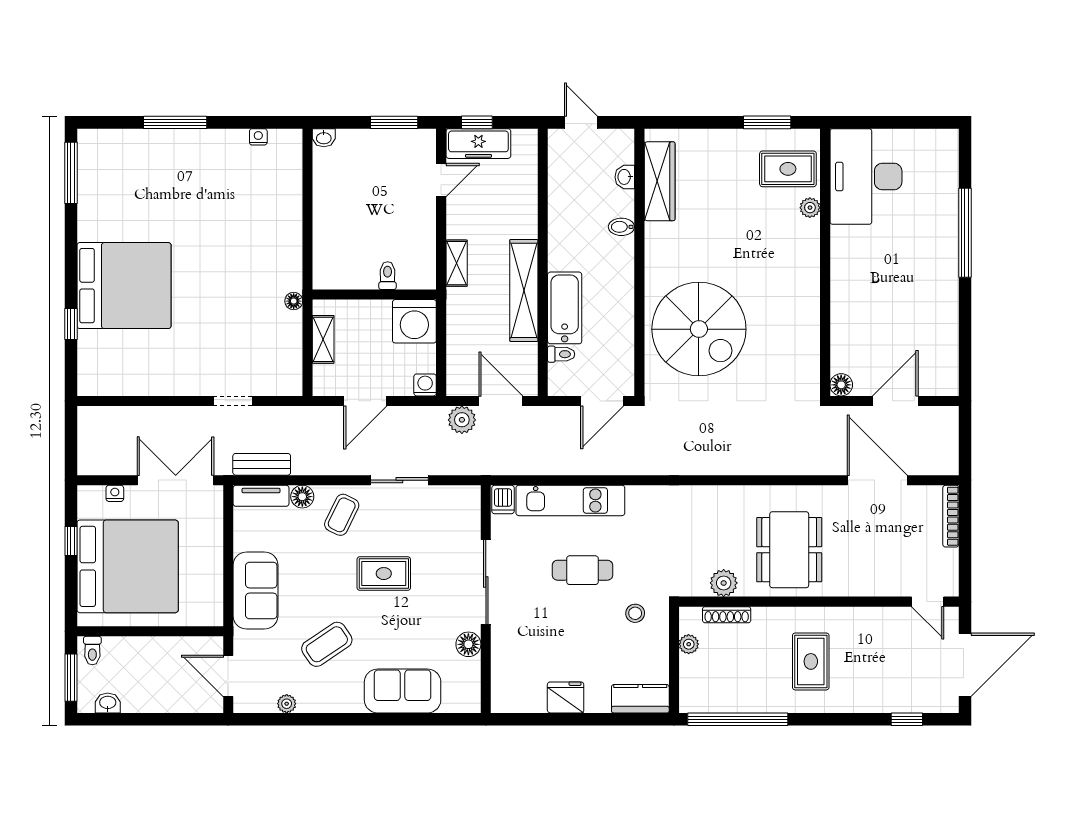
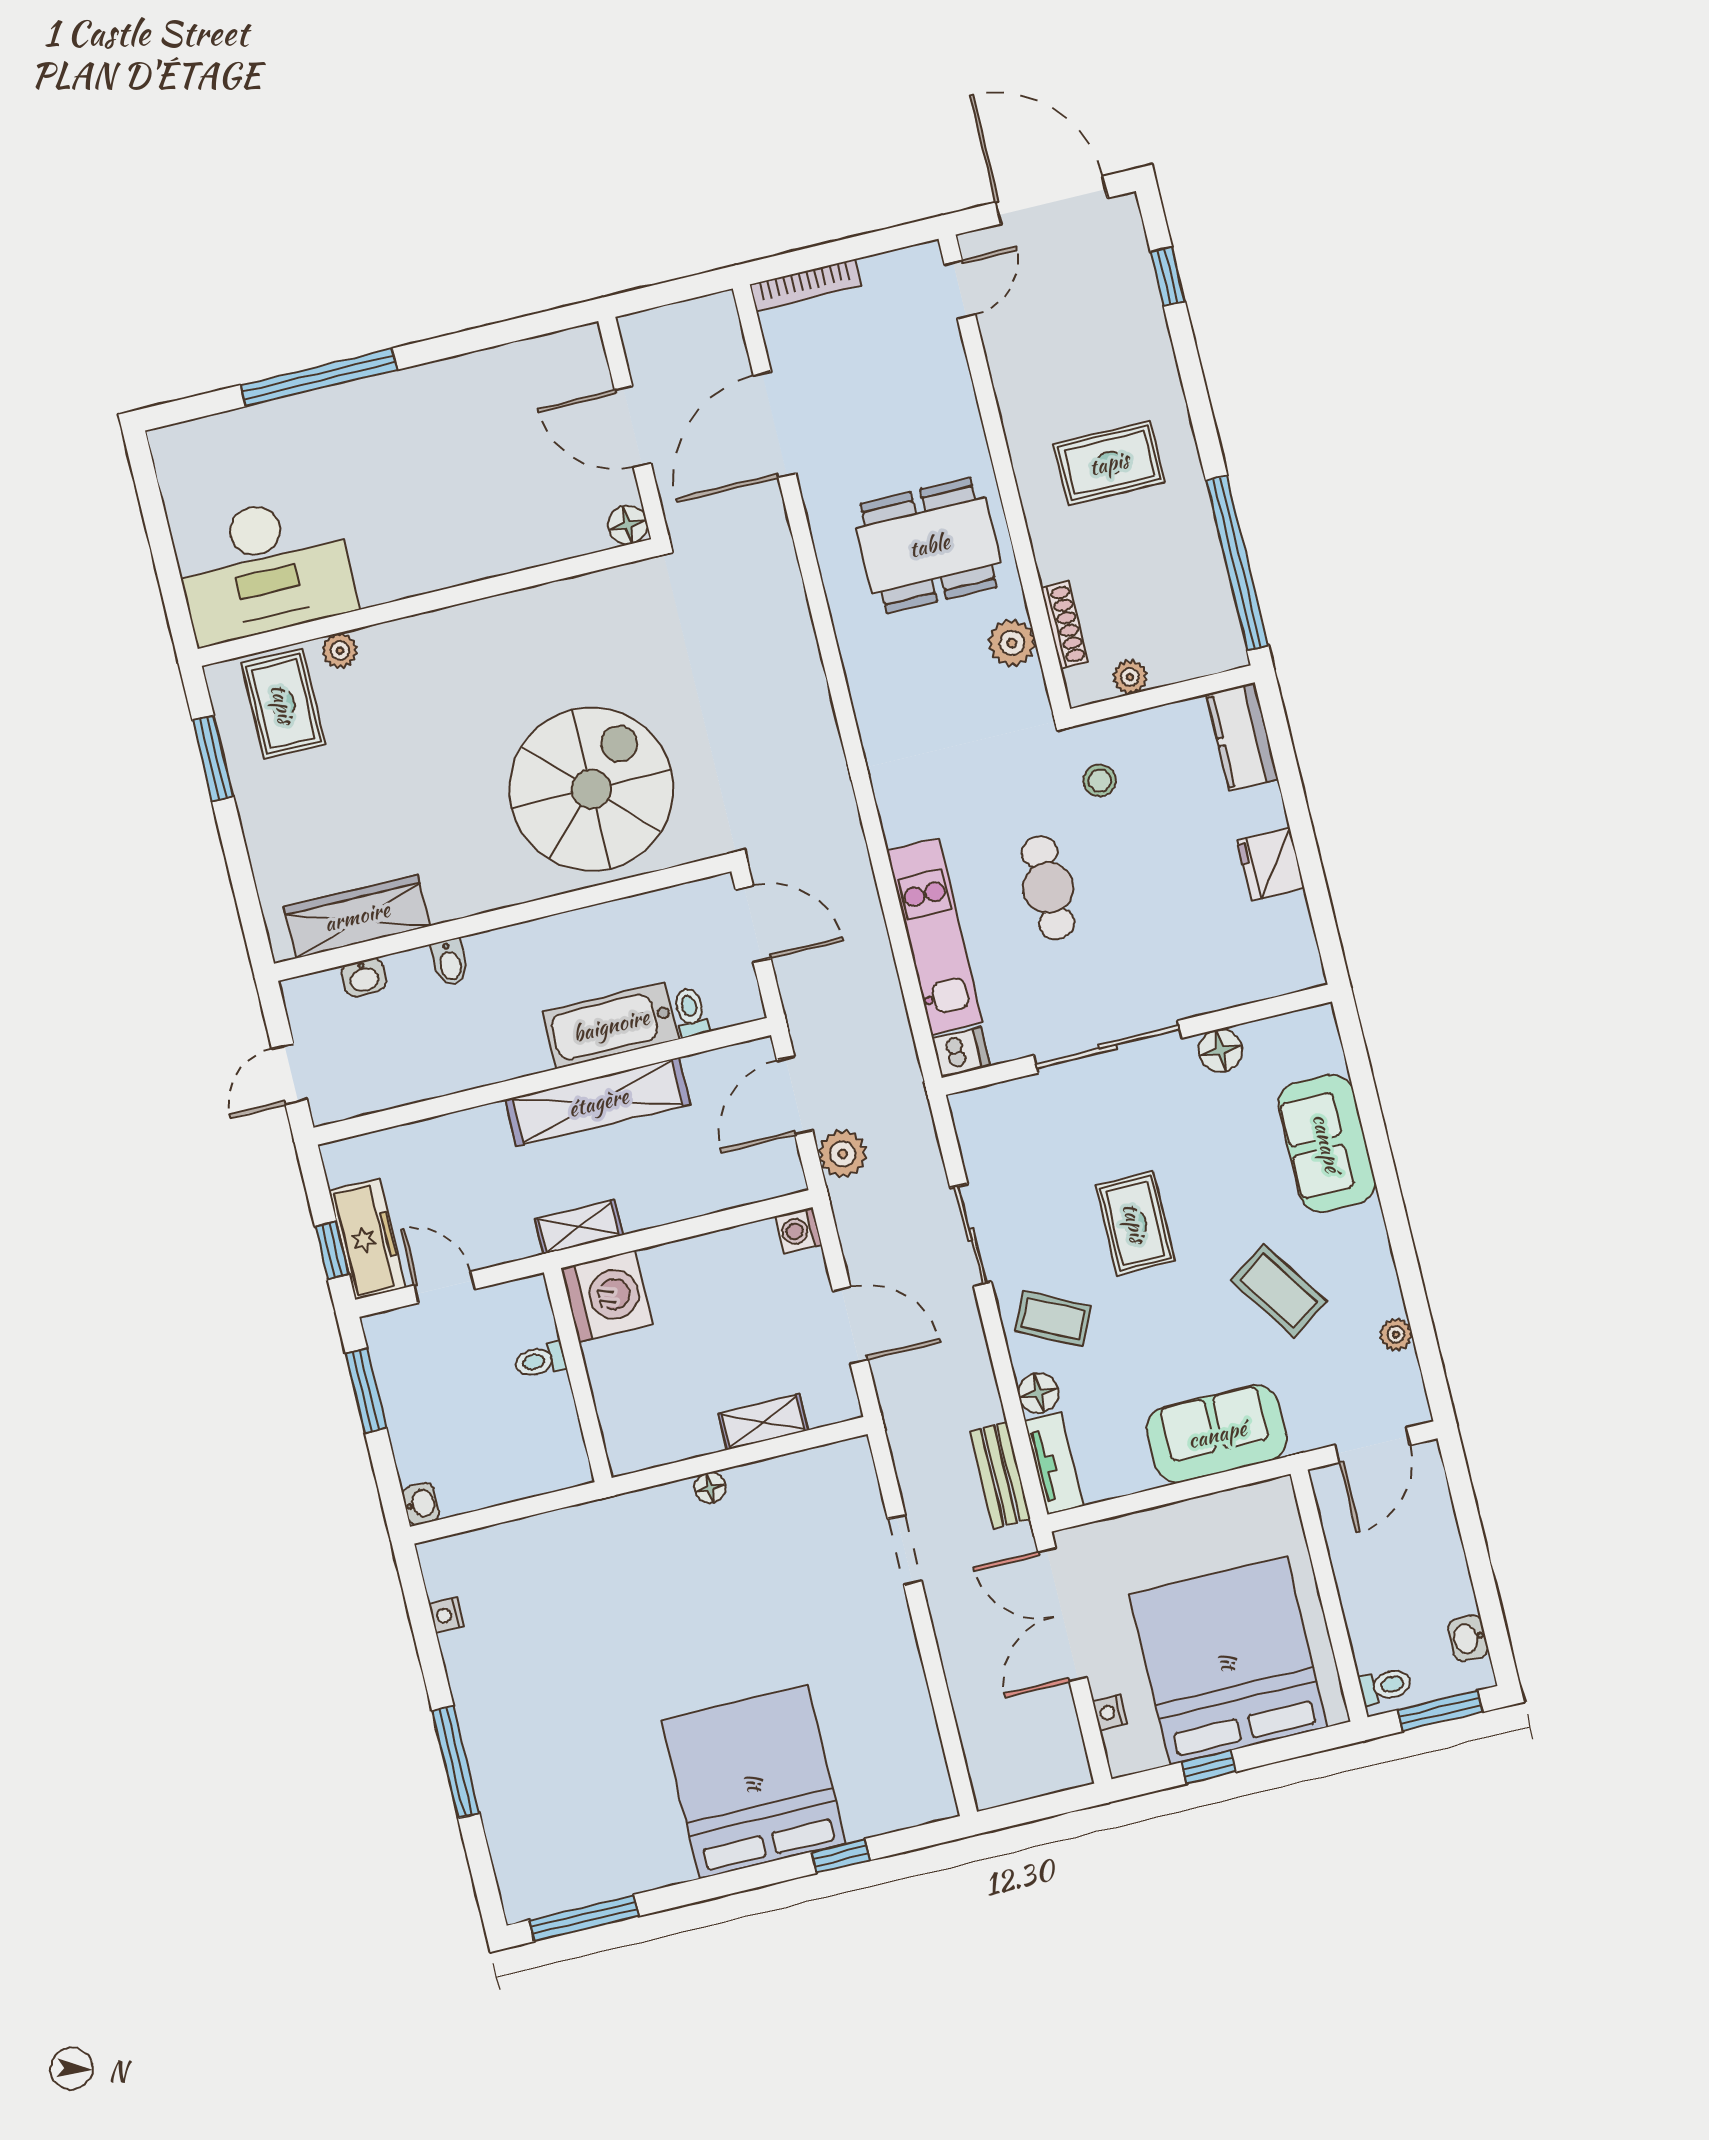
toilet: (388, 276) -> (540, 1360), moved
wall: (374, 294) -> (578, 1375), moved
washing machine: (414, 321) -> (607, 1296), moved

